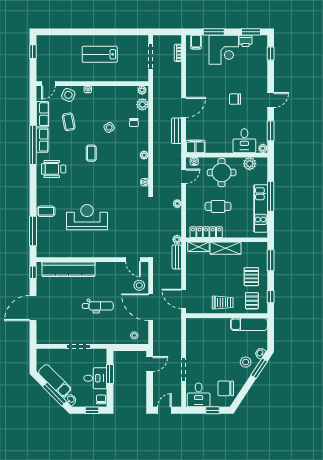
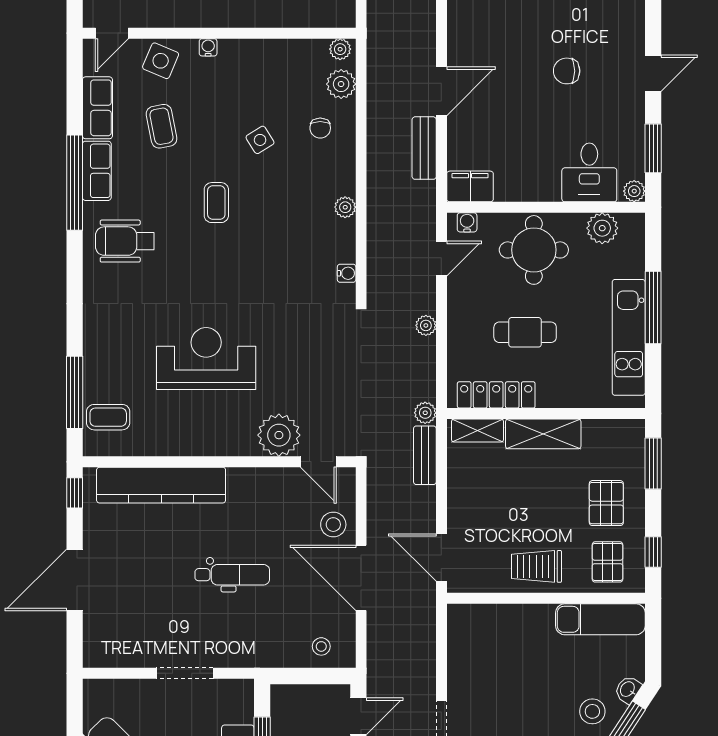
coffee table: (46, 211) -> (108, 417), moved
plant: (117, 249) -> (279, 435), added
trolley: (223, 303) -> (536, 566), turned 180

